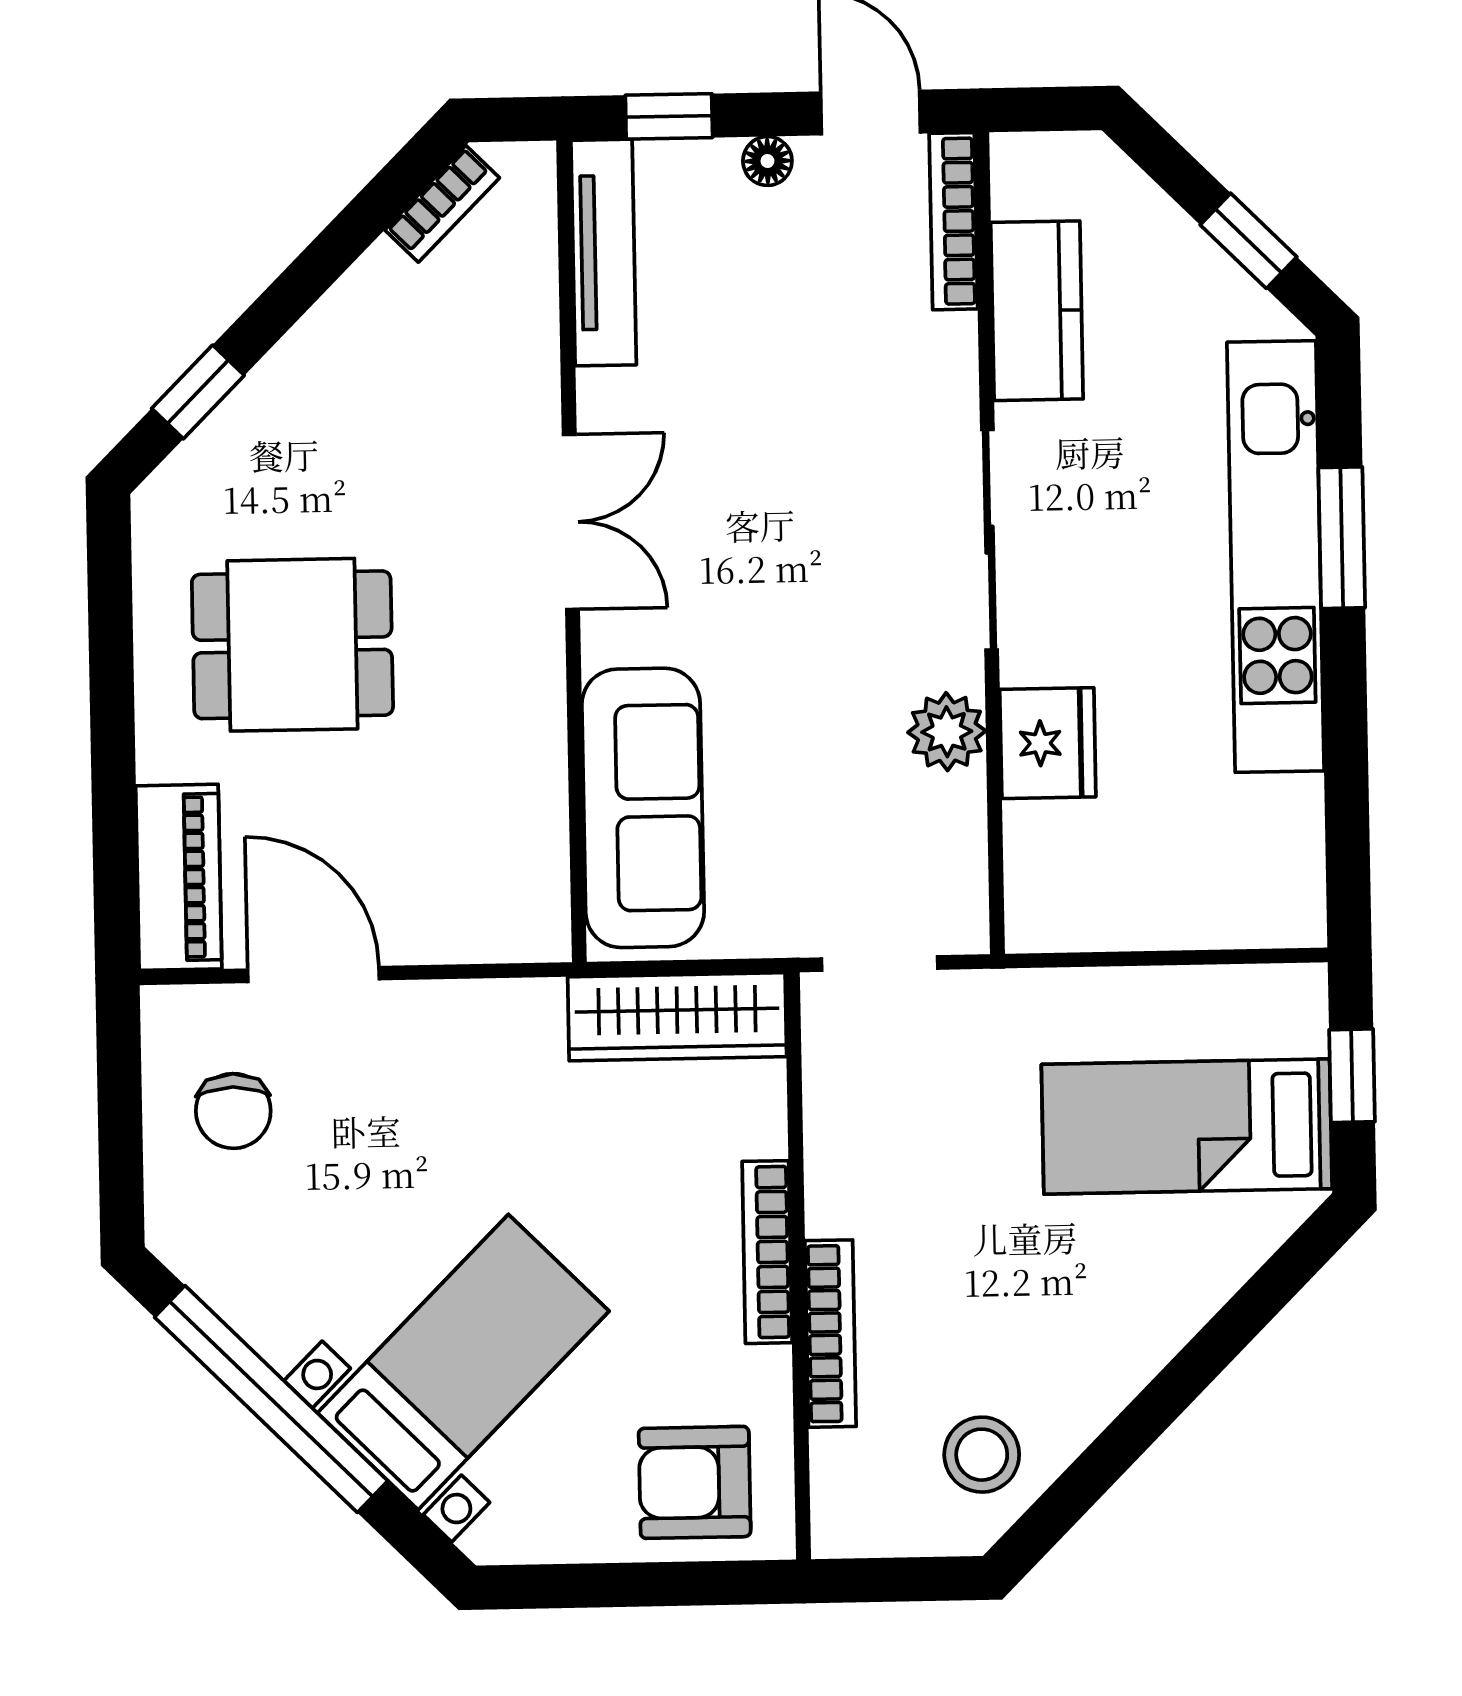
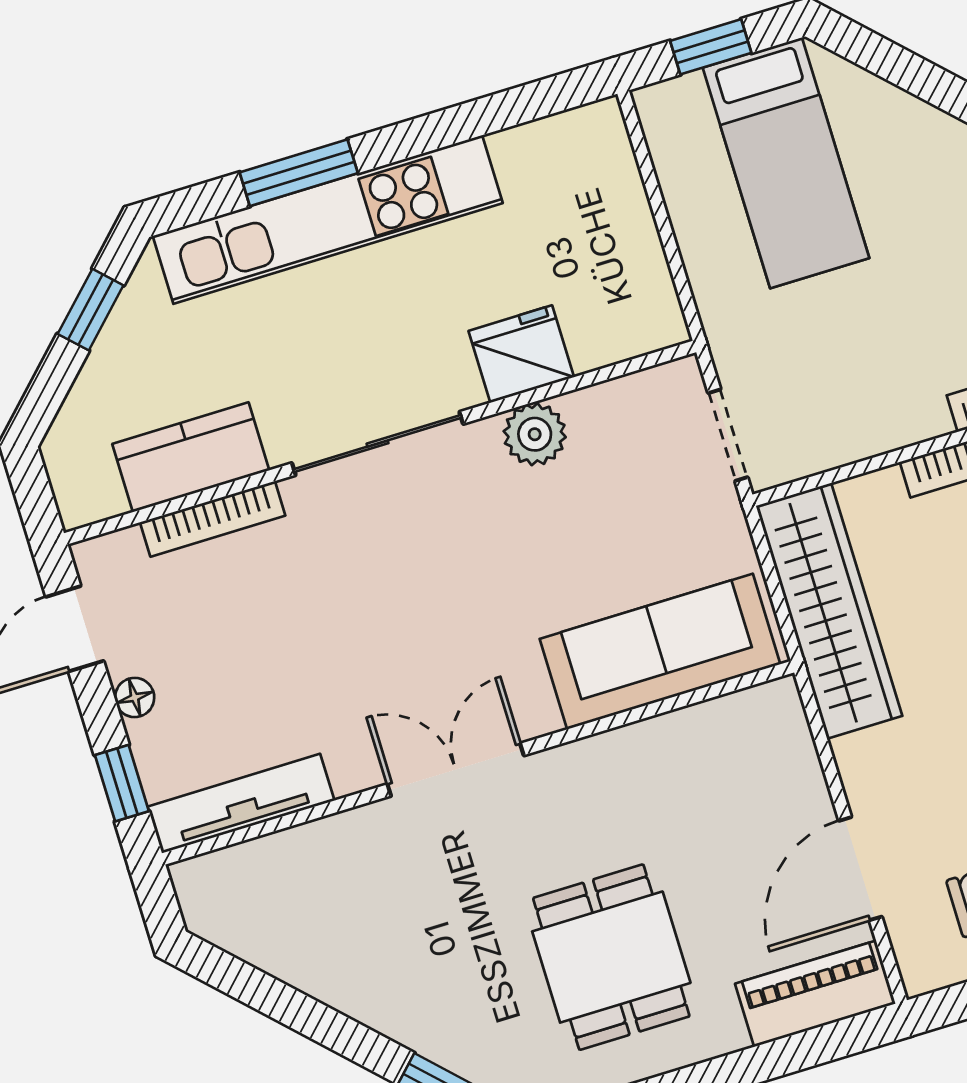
bookcase: (442, 204) -> (239, 939), removed
bookcase: (953, 221) -> (213, 519), moved
wardrobe: (677, 1017) -> (829, 611), width x1.40, depth x1.17

